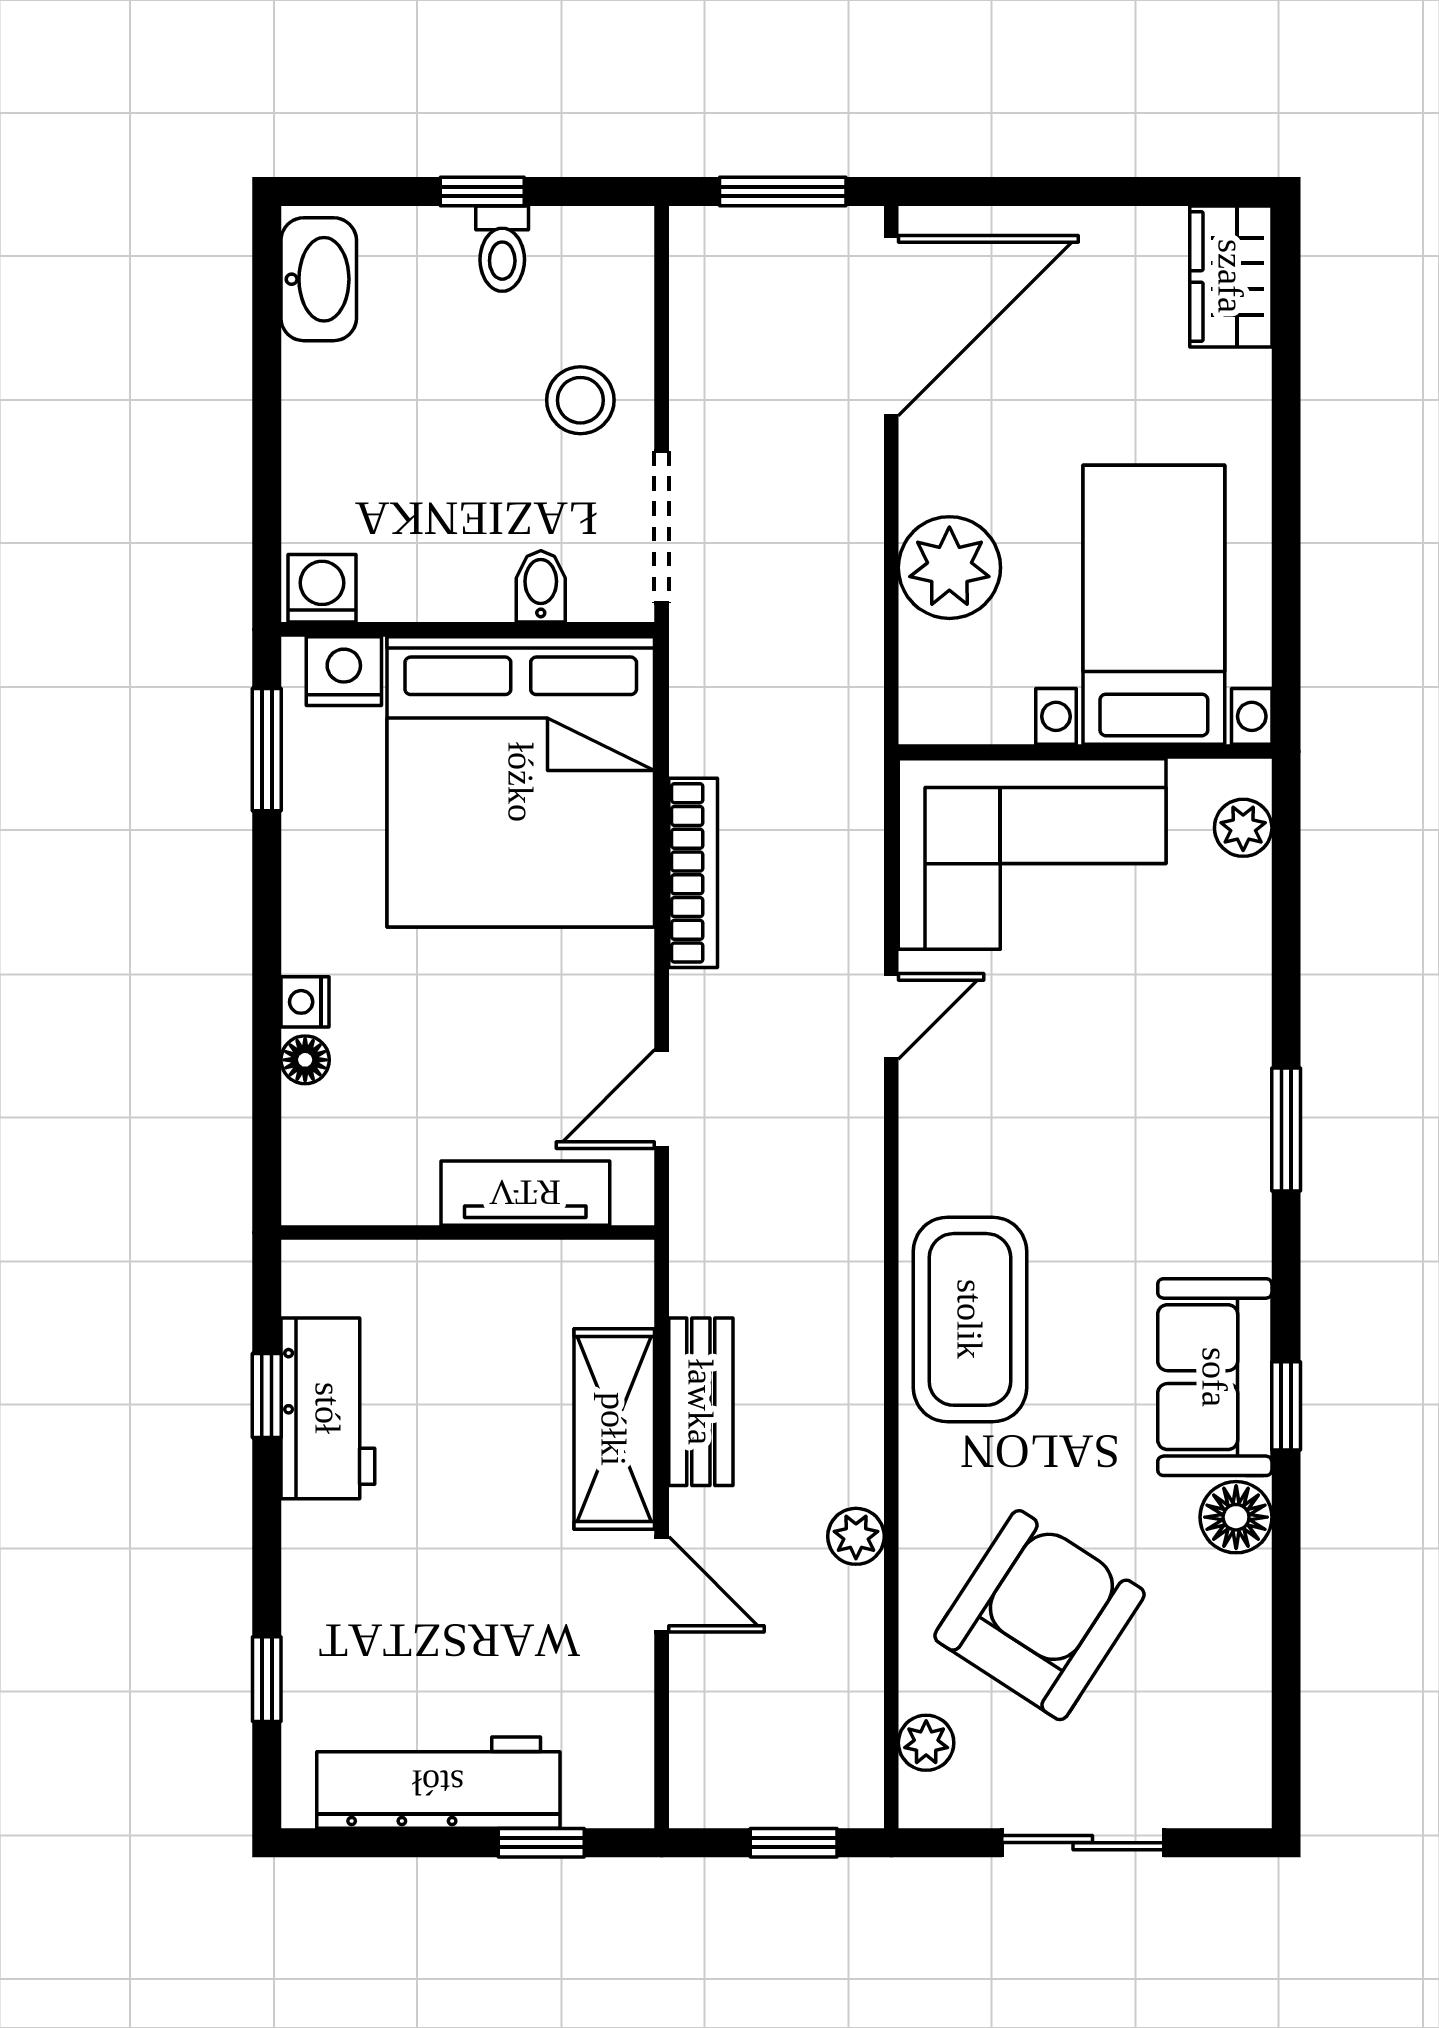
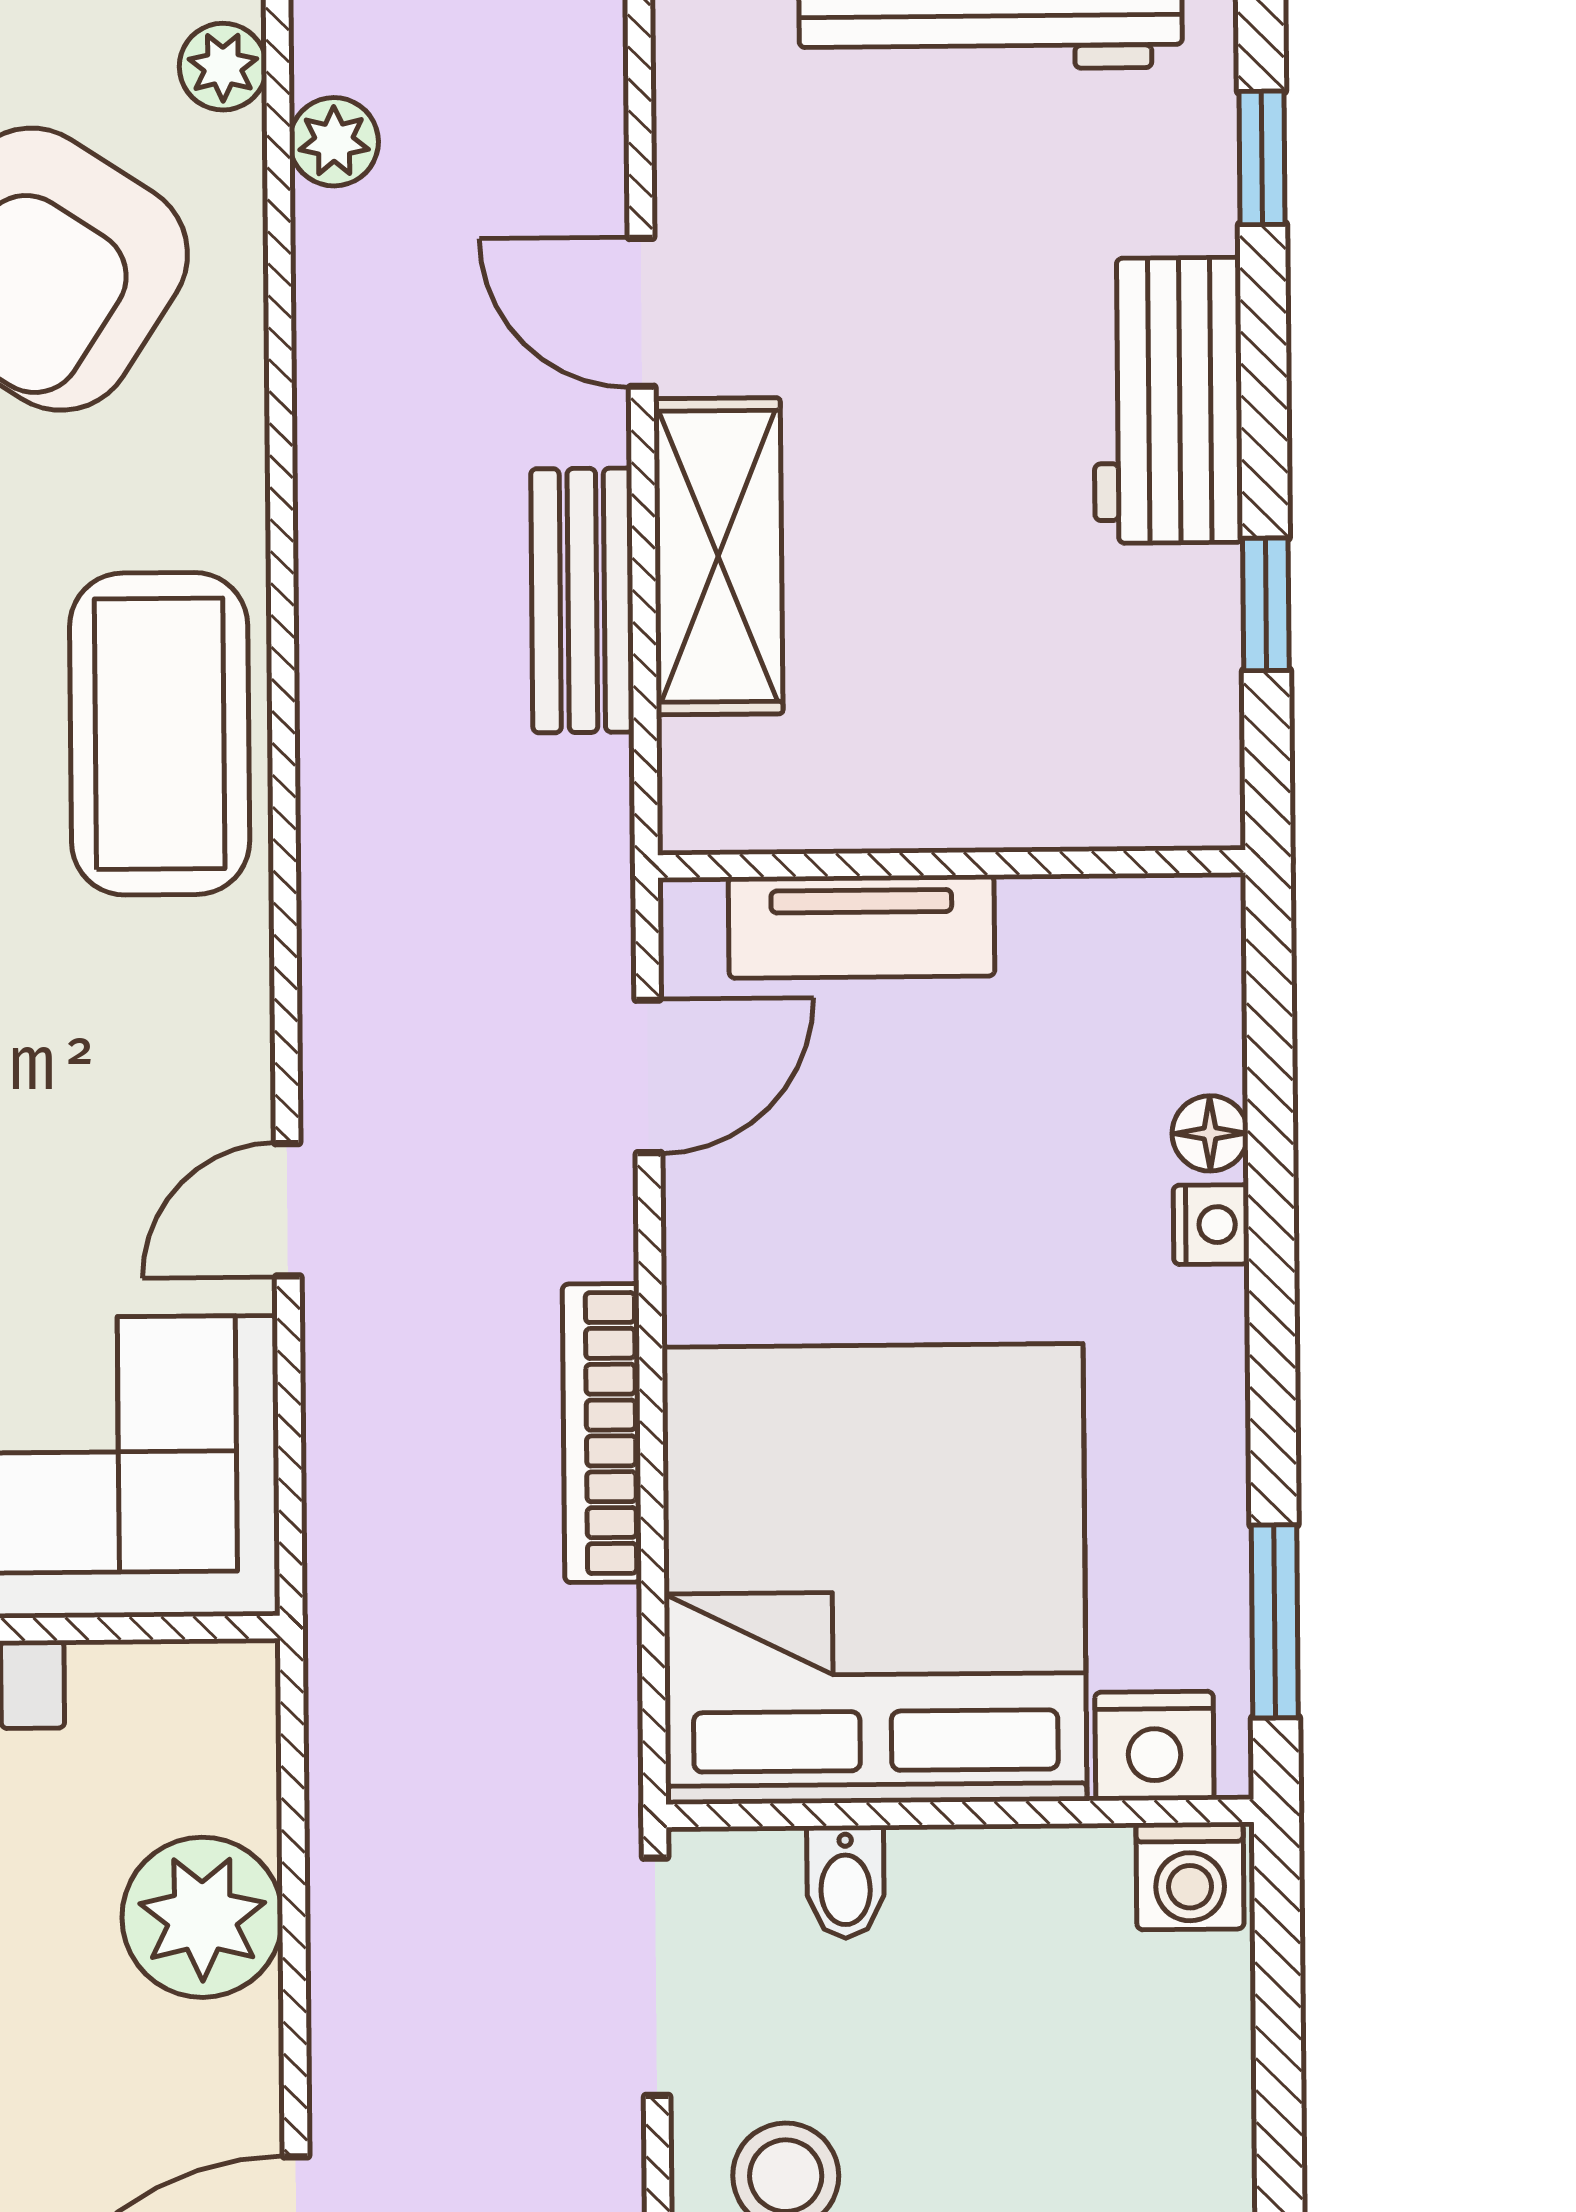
workbench: (328, 1408) -> (1168, 400), moved
plant: (856, 1536) -> (334, 142), moved

